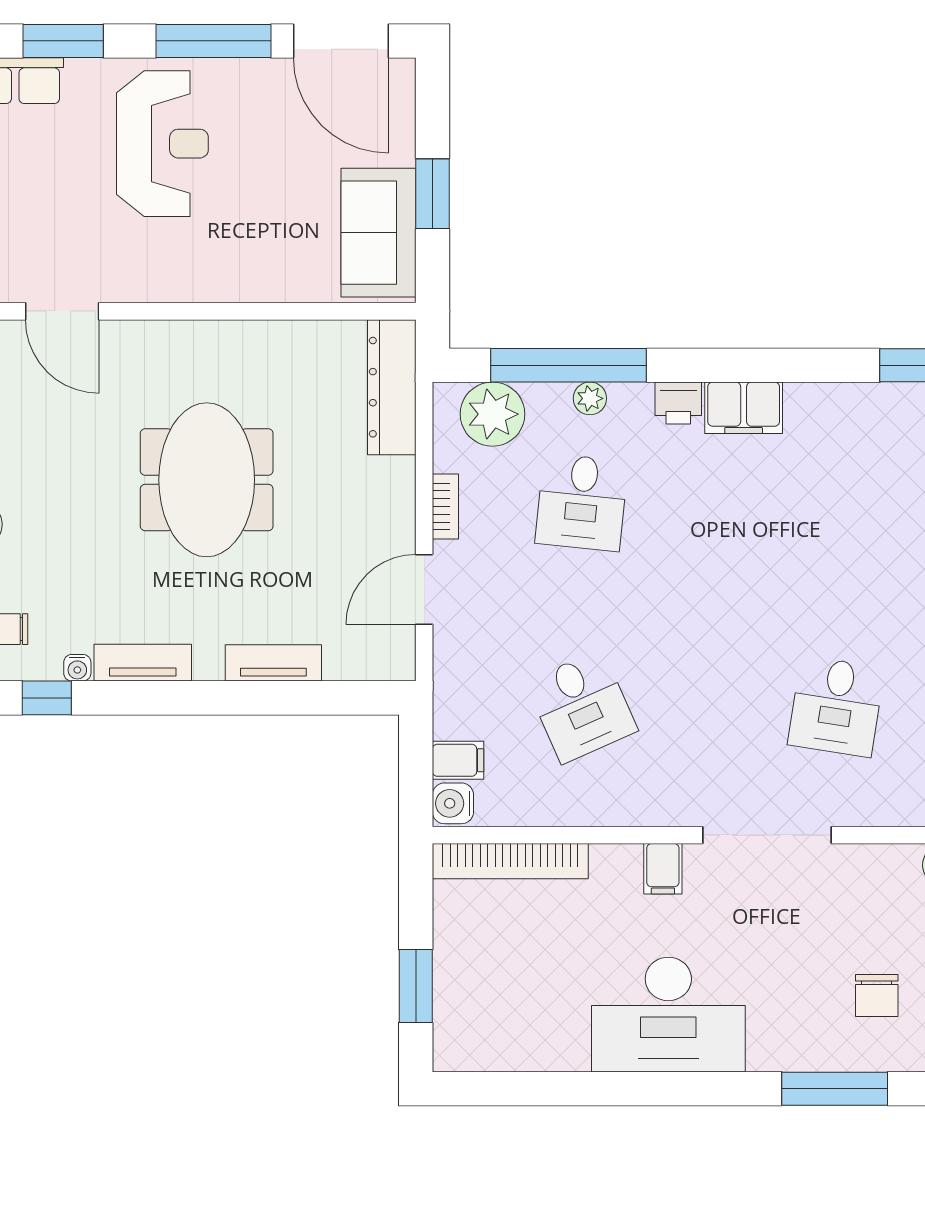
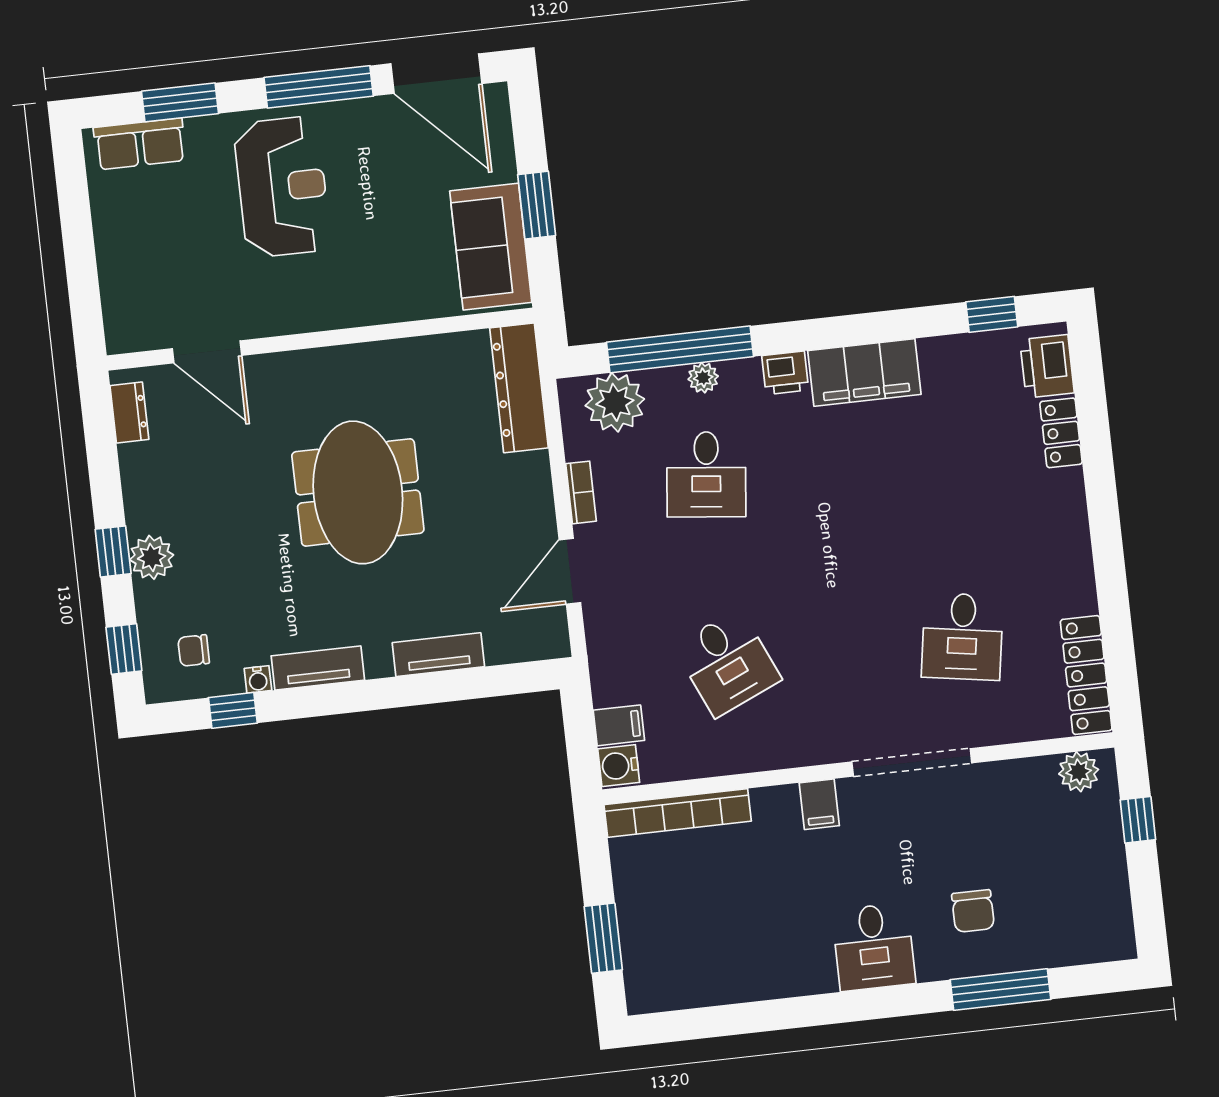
filing cabinet: (744, 408) -> (864, 372), width x1.50, depth x1.17
chair: (877, 995) -> (973, 911), moved
desk: (668, 1015) -> (874, 947), width x0.53, depth x0.77

